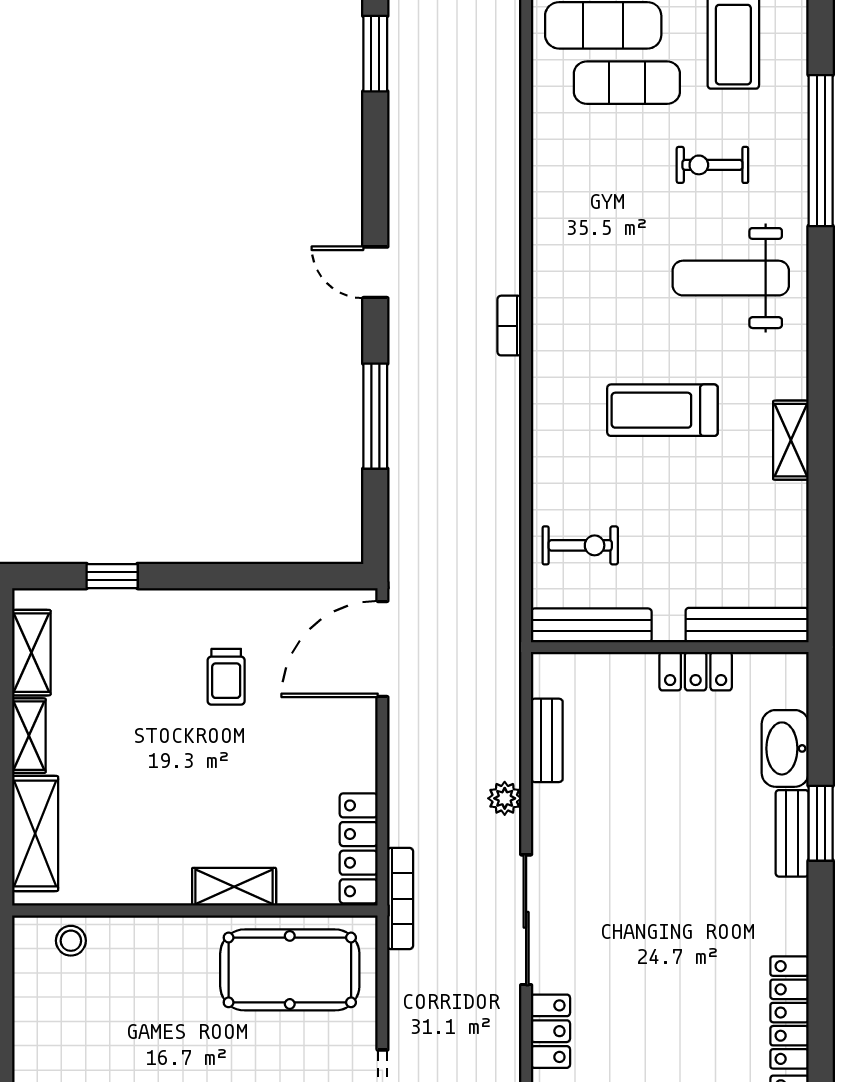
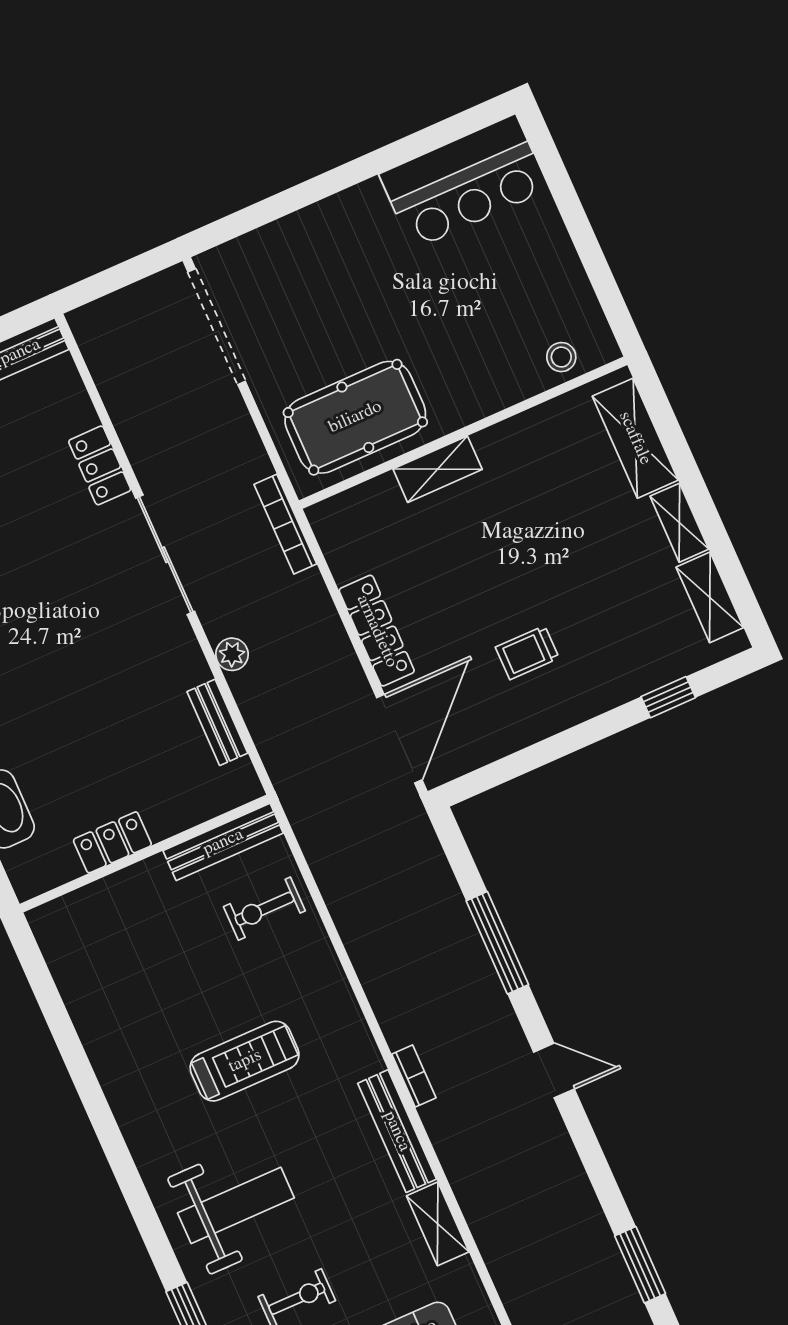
shelving: (791, 440) -> (438, 1224), moved
bench: (747, 625) -> (397, 1131), moved, turned 90
trolley: (226, 677) -> (527, 653), turned -90
locker: (359, 848) -> (377, 631), moved

